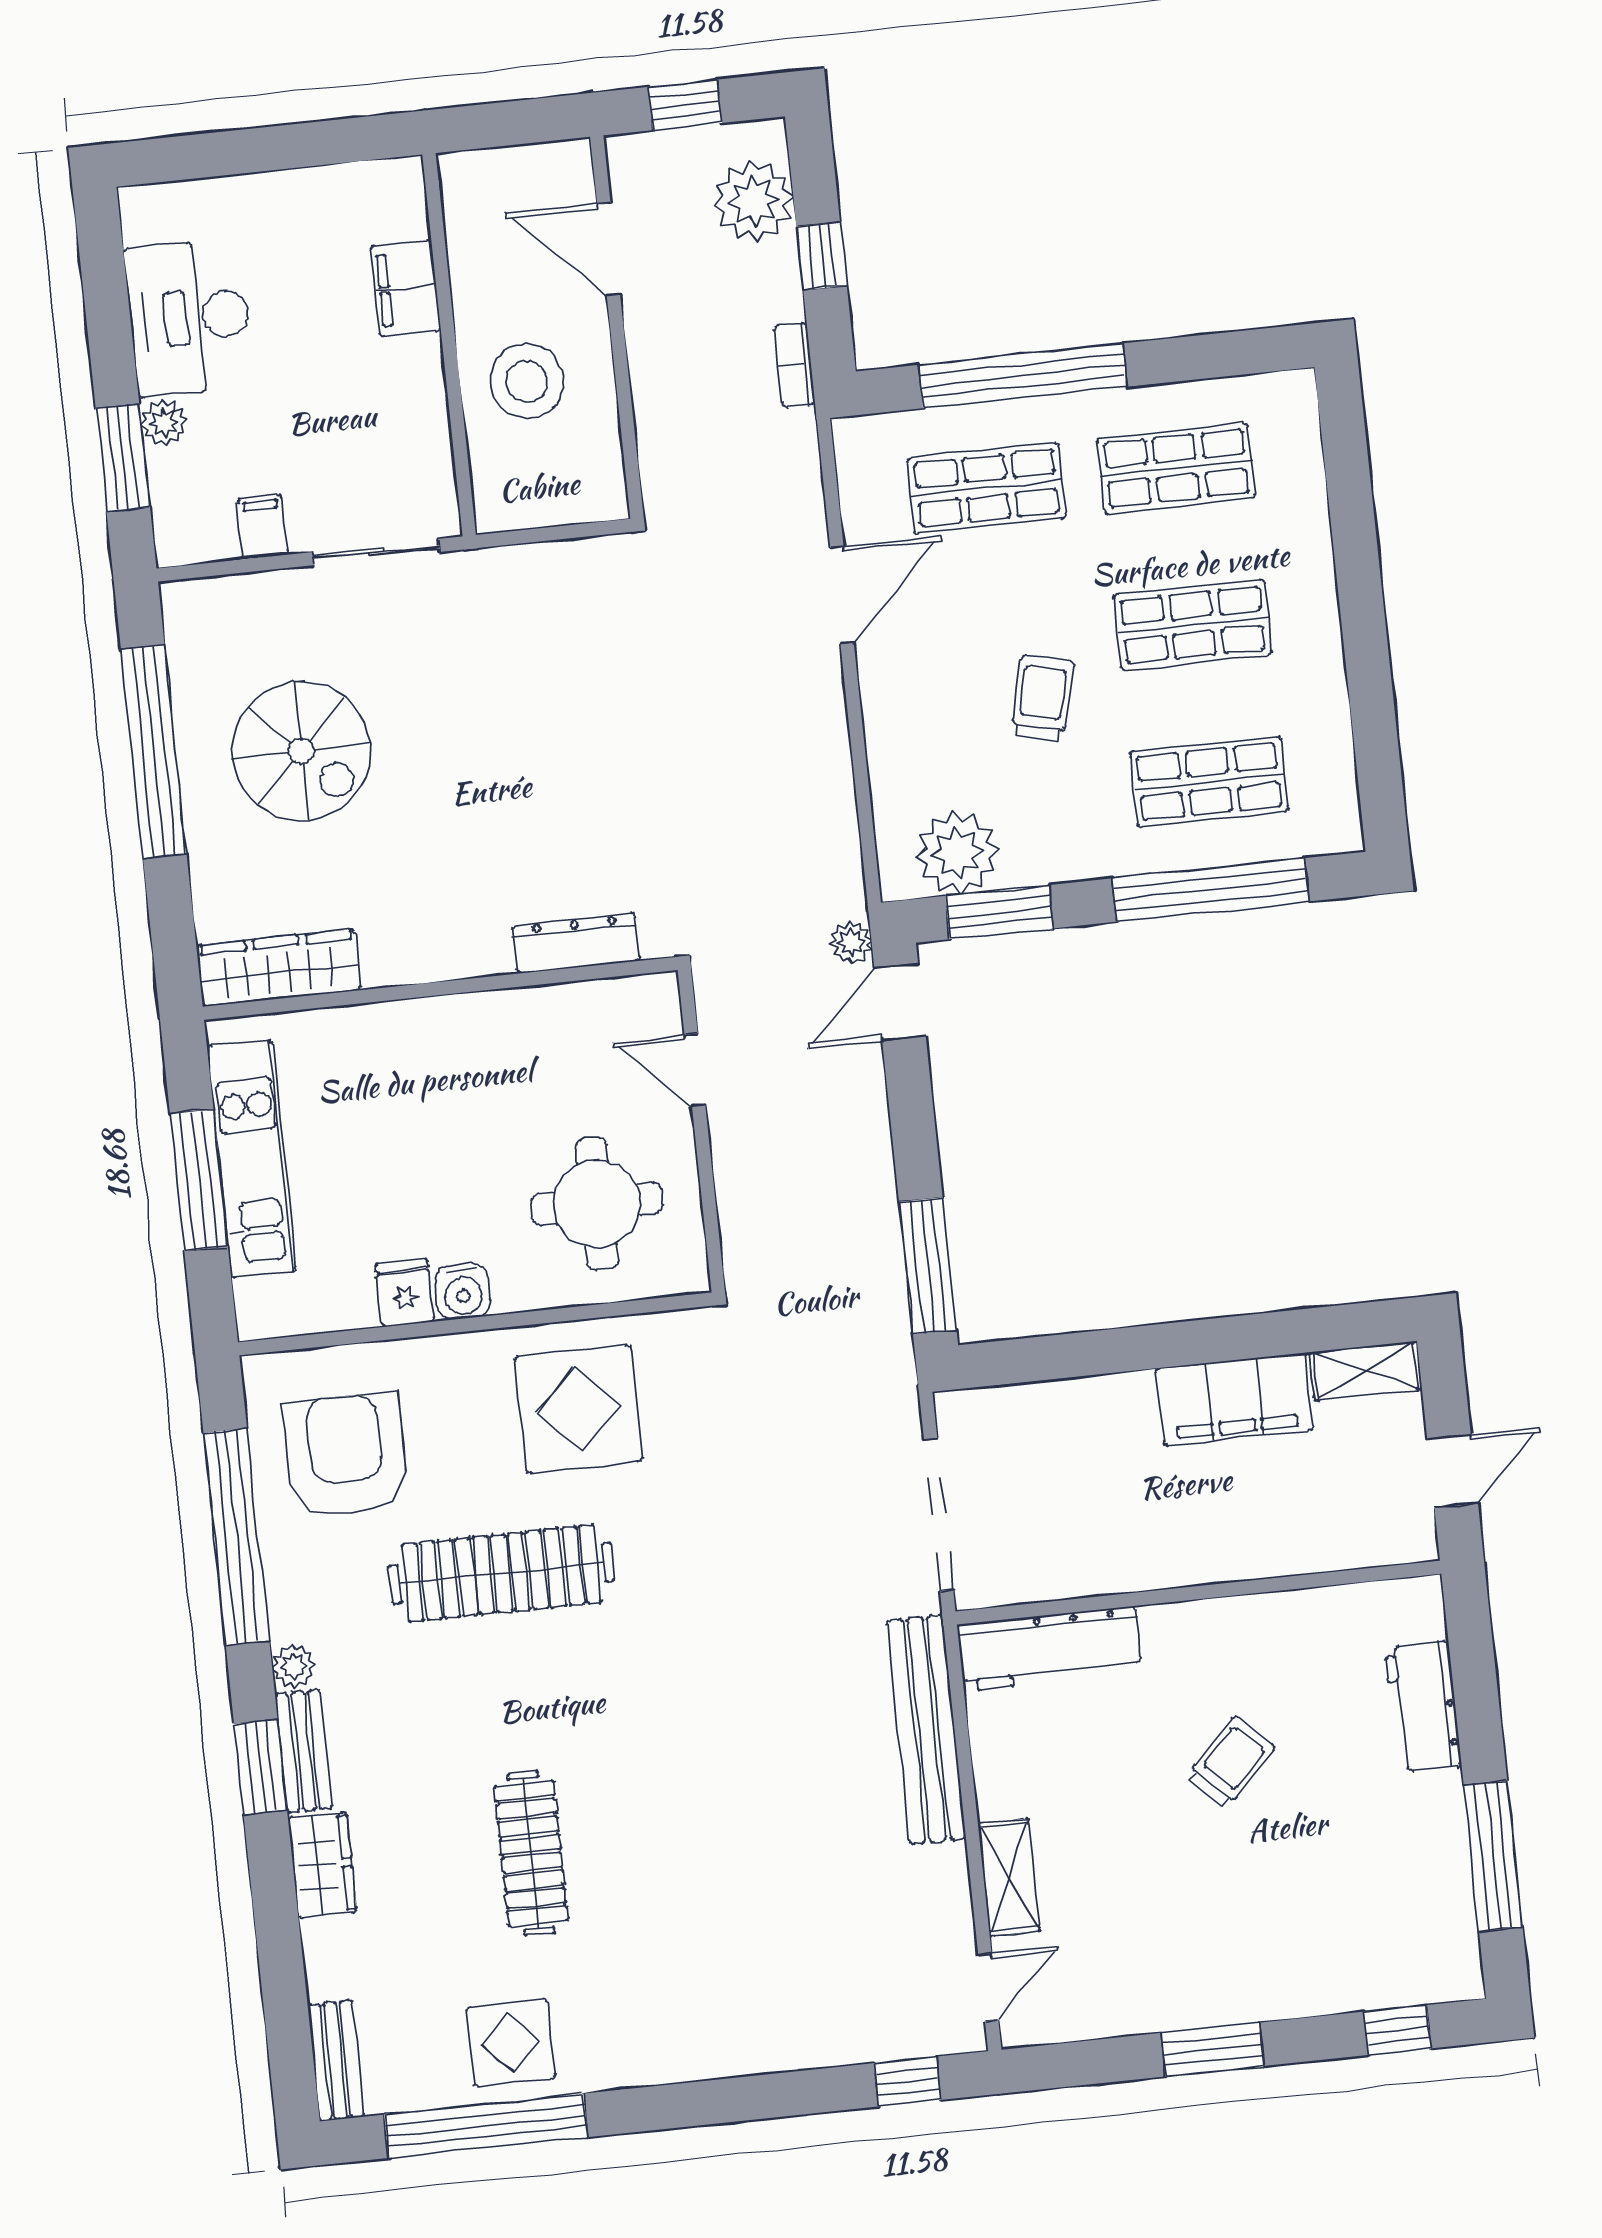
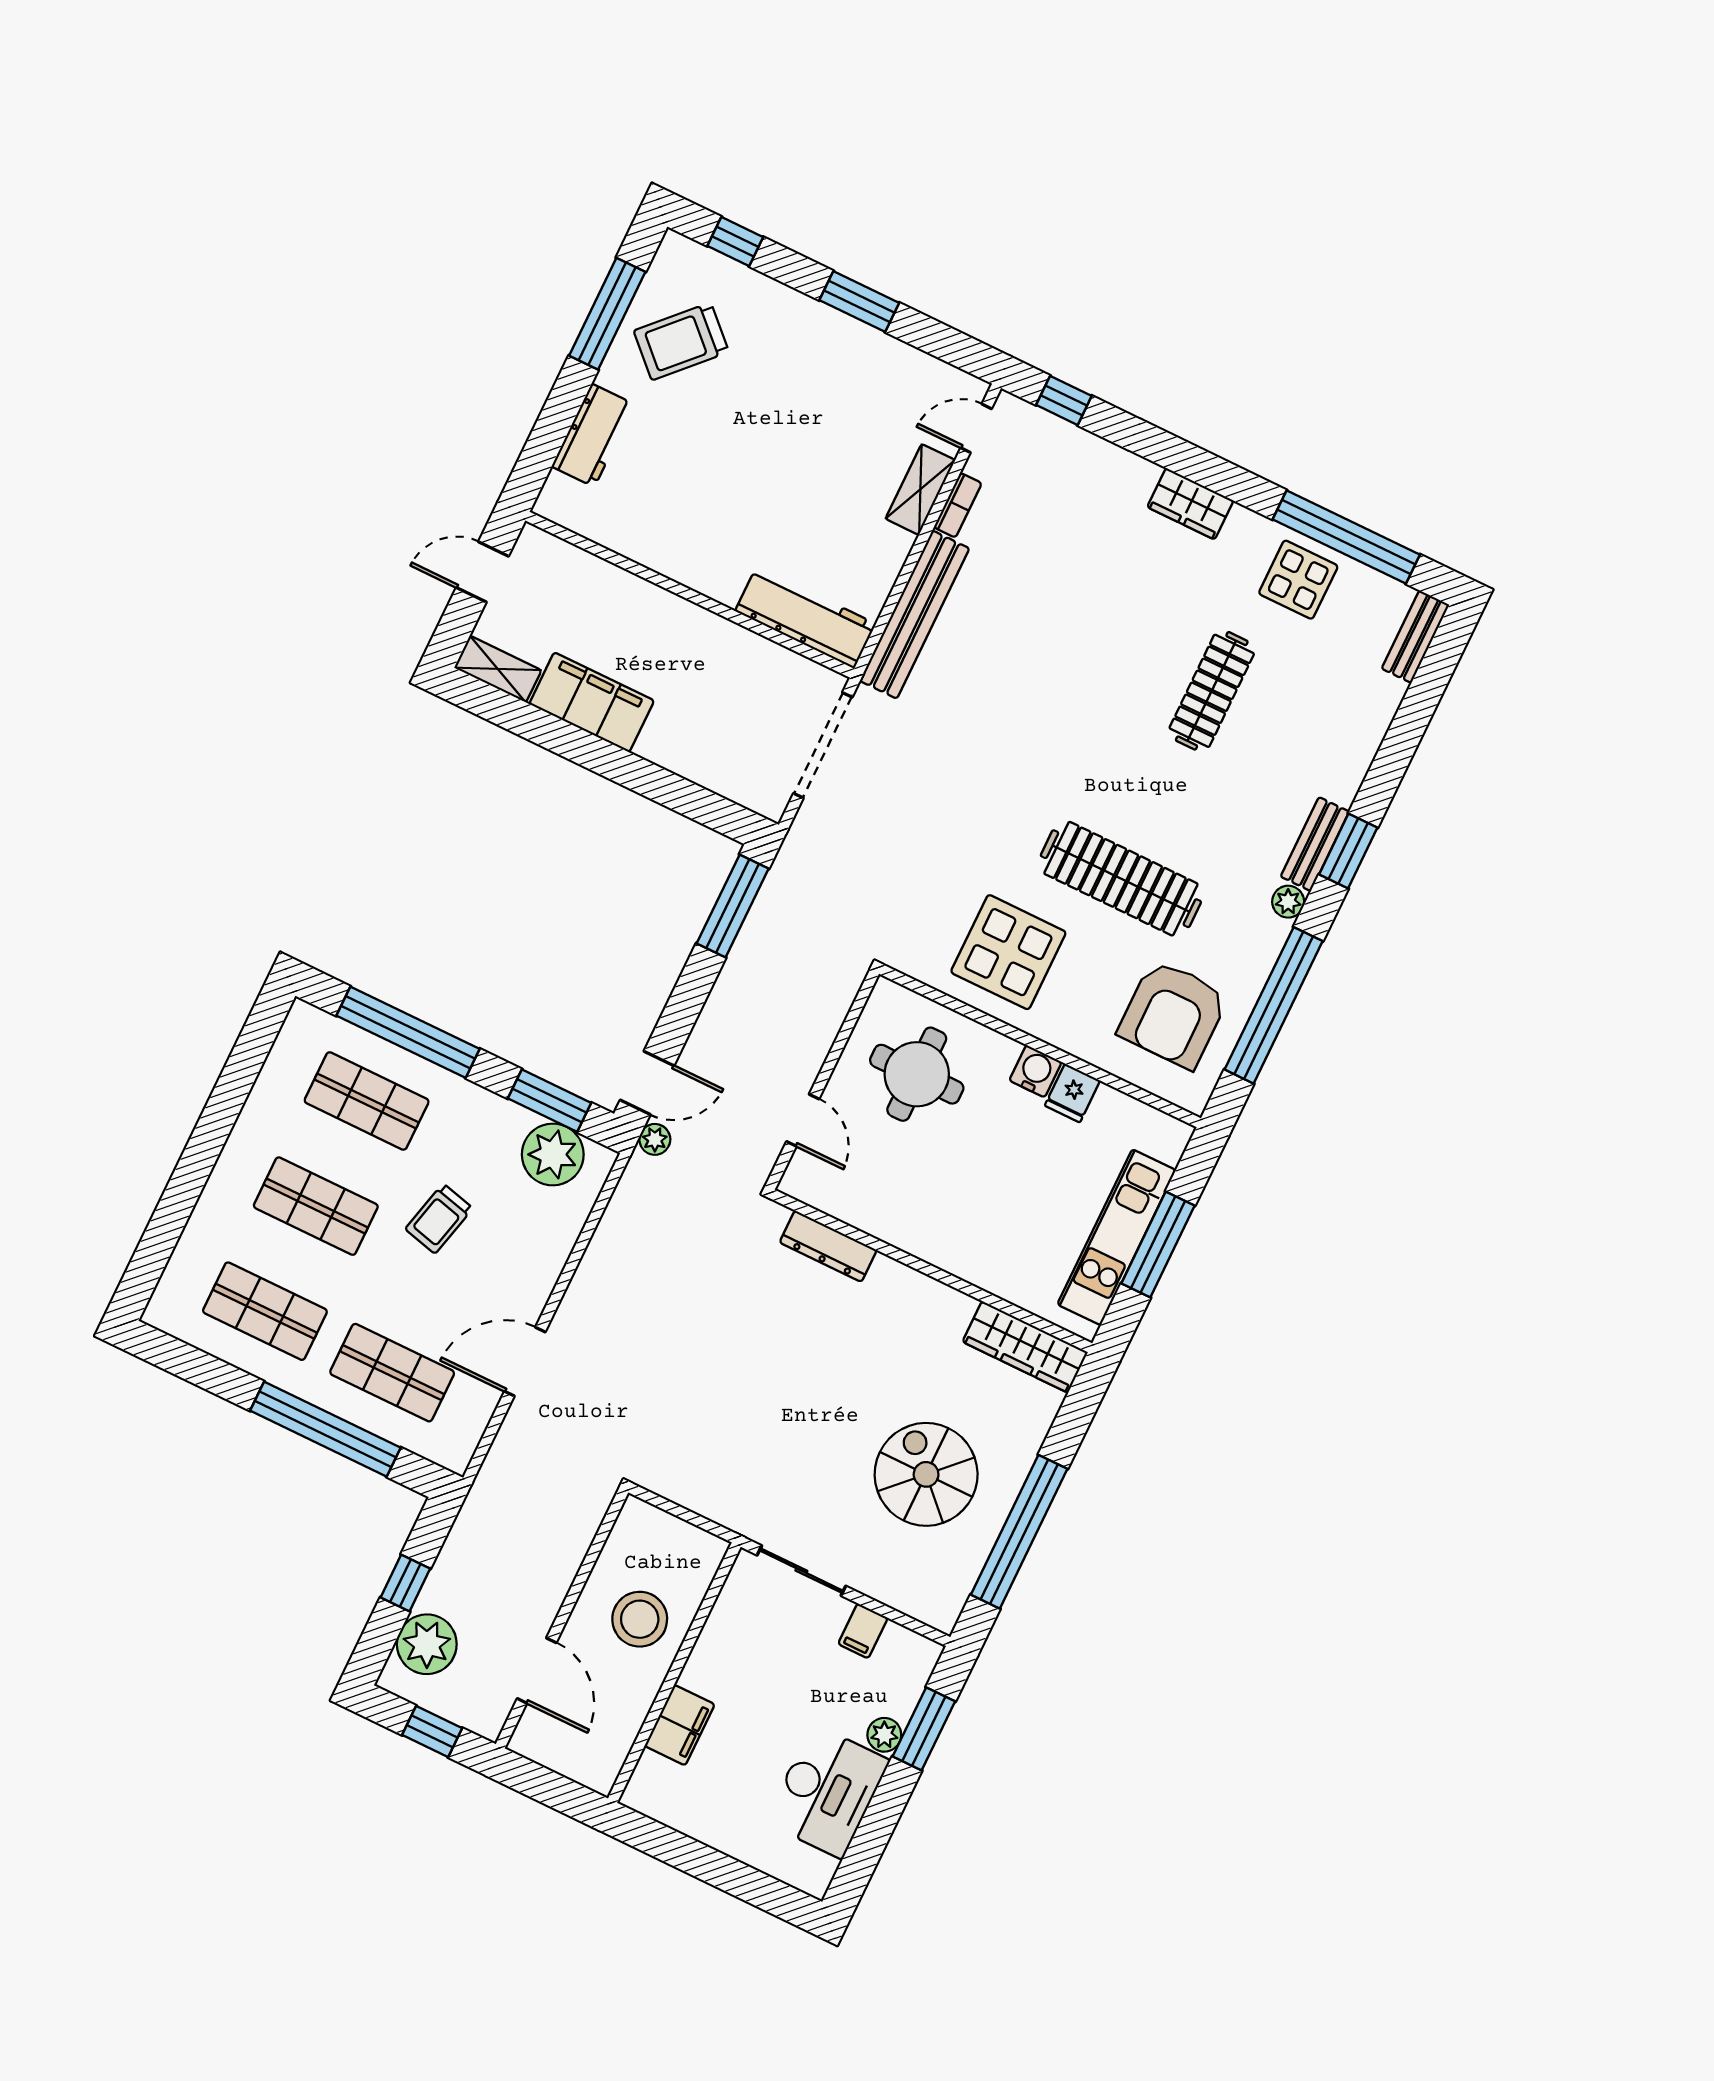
bookcase: (795, 365) -> (958, 505), moved
trolley: (1230, 1762) -> (681, 341), moved, width x1.36, depth x1.39
wardrobe: (322, 1865) -> (1190, 504), moved, turned -90

